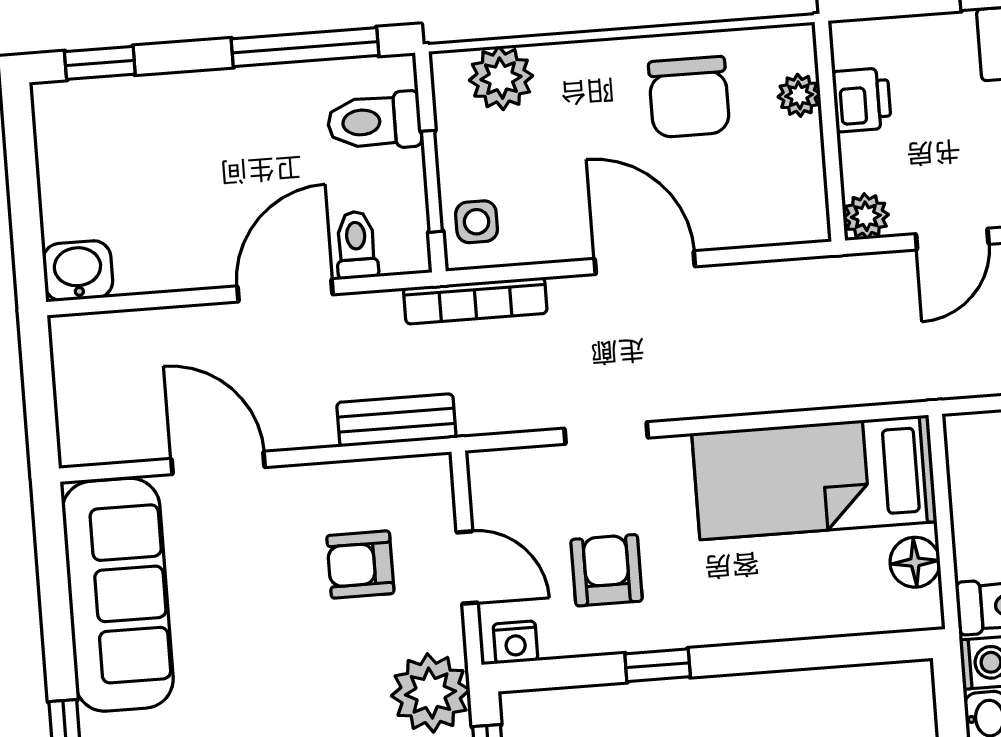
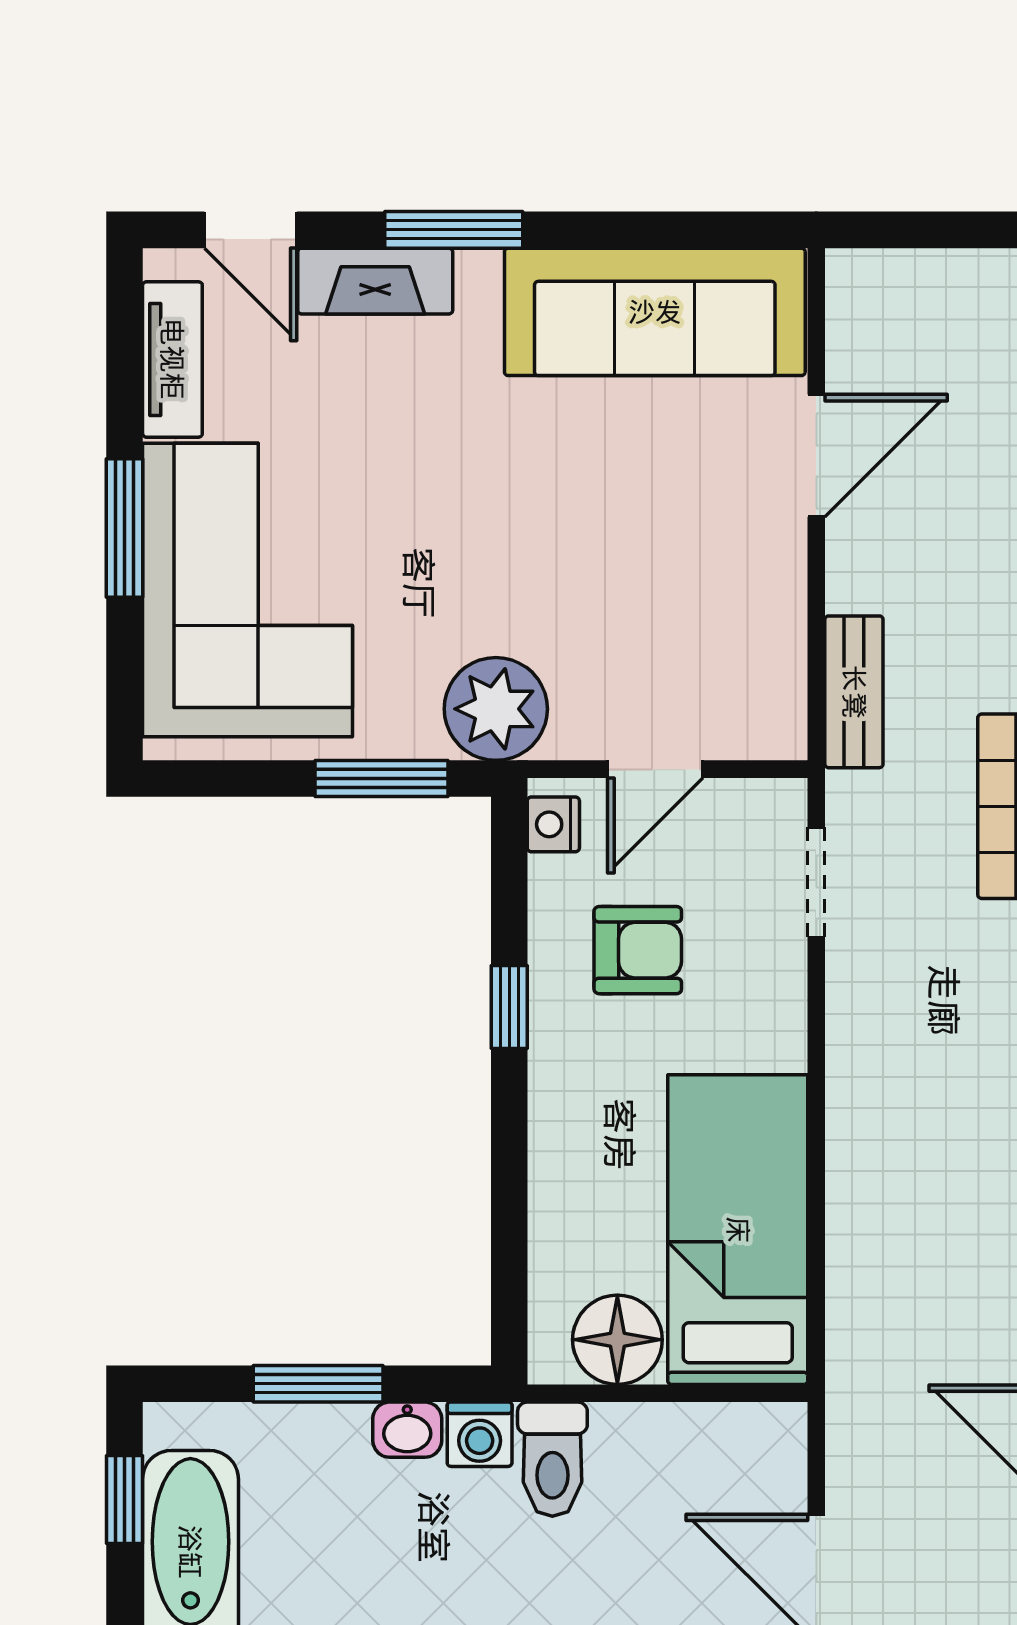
doorway: (606, 433) -> (816, 882), moved
floor lamp: (915, 562) -> (617, 1340), width x1.38, depth x1.38
armchair: (360, 565) -> (670, 631), removed

